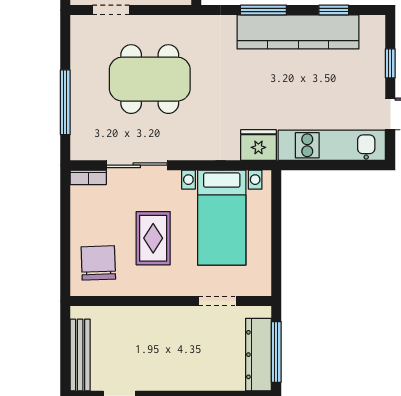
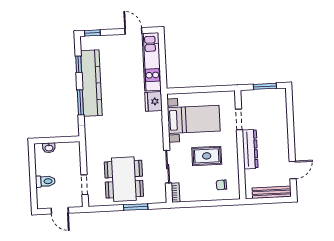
window: (390, 63) -> (92, 33), moved
dining table: (150, 79) -> (124, 179), moved
window: (65, 102) -> (136, 207), width x0.69
chair: (98, 263) -> (222, 185), width x0.54, depth x0.54
window: (276, 352) -> (265, 86), width x0.69
dresser: (259, 355) -> (250, 149), moved, turned -90

